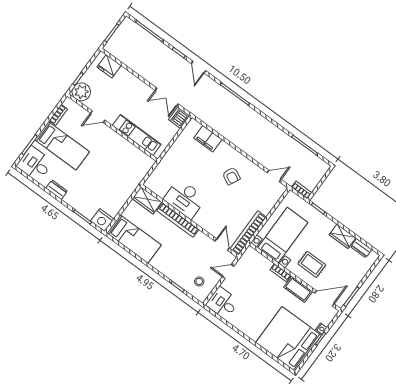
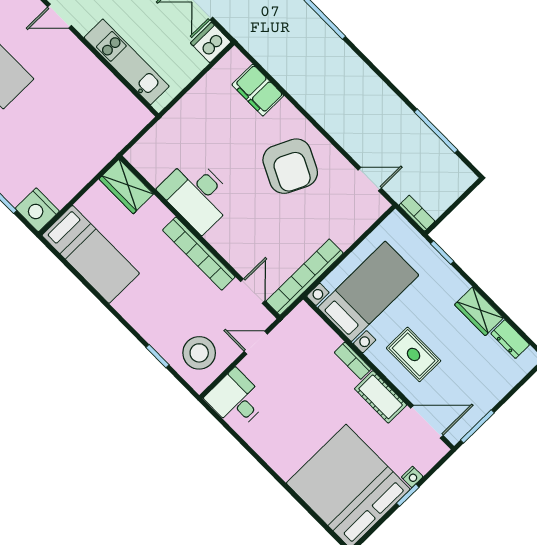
armchair: (231, 176) -> (290, 166), width x1.88, depth x1.88
bookcase: (178, 220) -> (199, 254), moved
stool: (199, 282) -> (199, 353), width x1.89, depth x1.89

